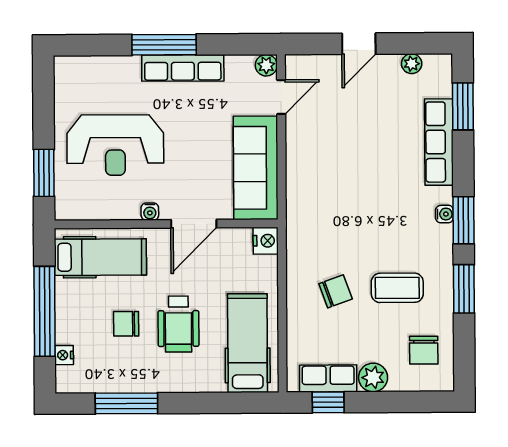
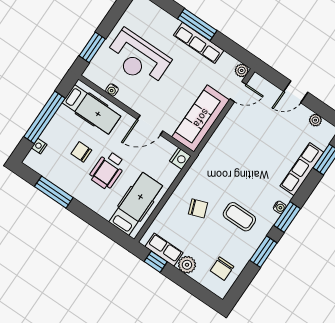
water cooler: (150, 212) -> (112, 90), moved
coffee table: (397, 288) -> (239, 217), moved

